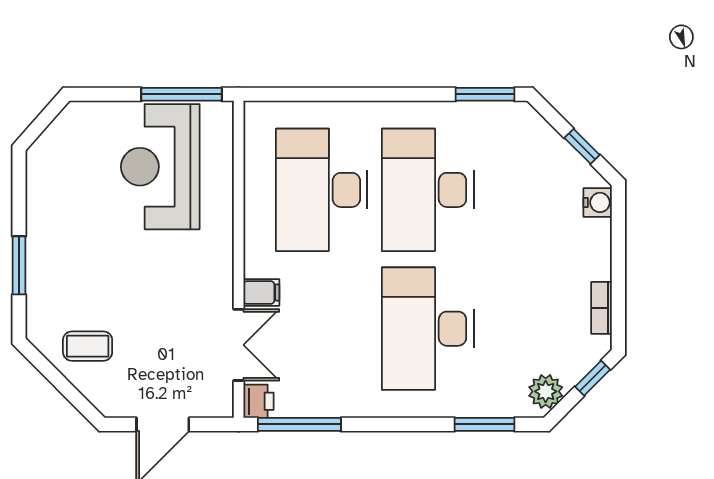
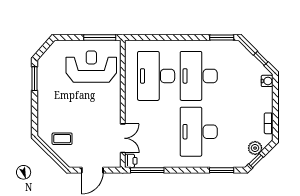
reception desk: (160, 167) -> (91, 67), turned 90
window: (19, 265) -> (35, 79), moved
filing cabinet: (261, 293) -> (132, 117), removed
window: (593, 378) -> (256, 161), moved
plant: (546, 391) -> (255, 148), moved

